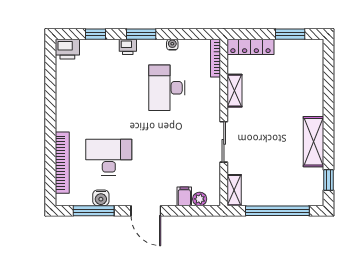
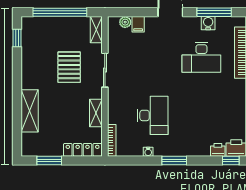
window: (96, 34) -> (231, 161), moved
printer: (128, 47) -> (218, 150), moved
shelving: (313, 142) -> (30, 111), moved
pallet: (267, 145) -> (69, 67), added

